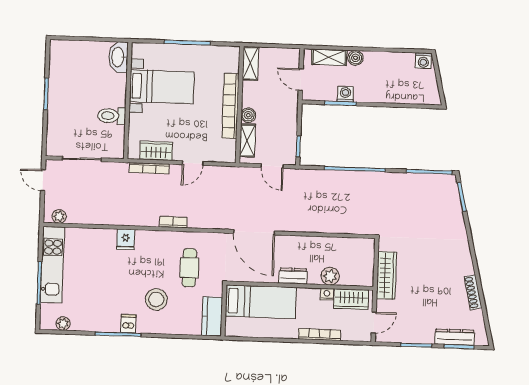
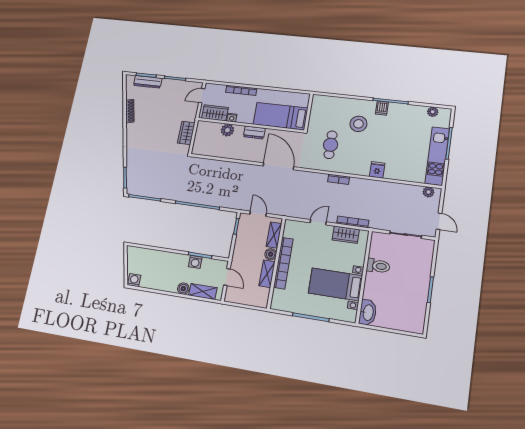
shelving: (250, 63) -> (267, 274), moved
wardrobe: (386, 275) -> (186, 133), width x0.67
kitchen counter: (212, 316) -> (318, 109), removed

